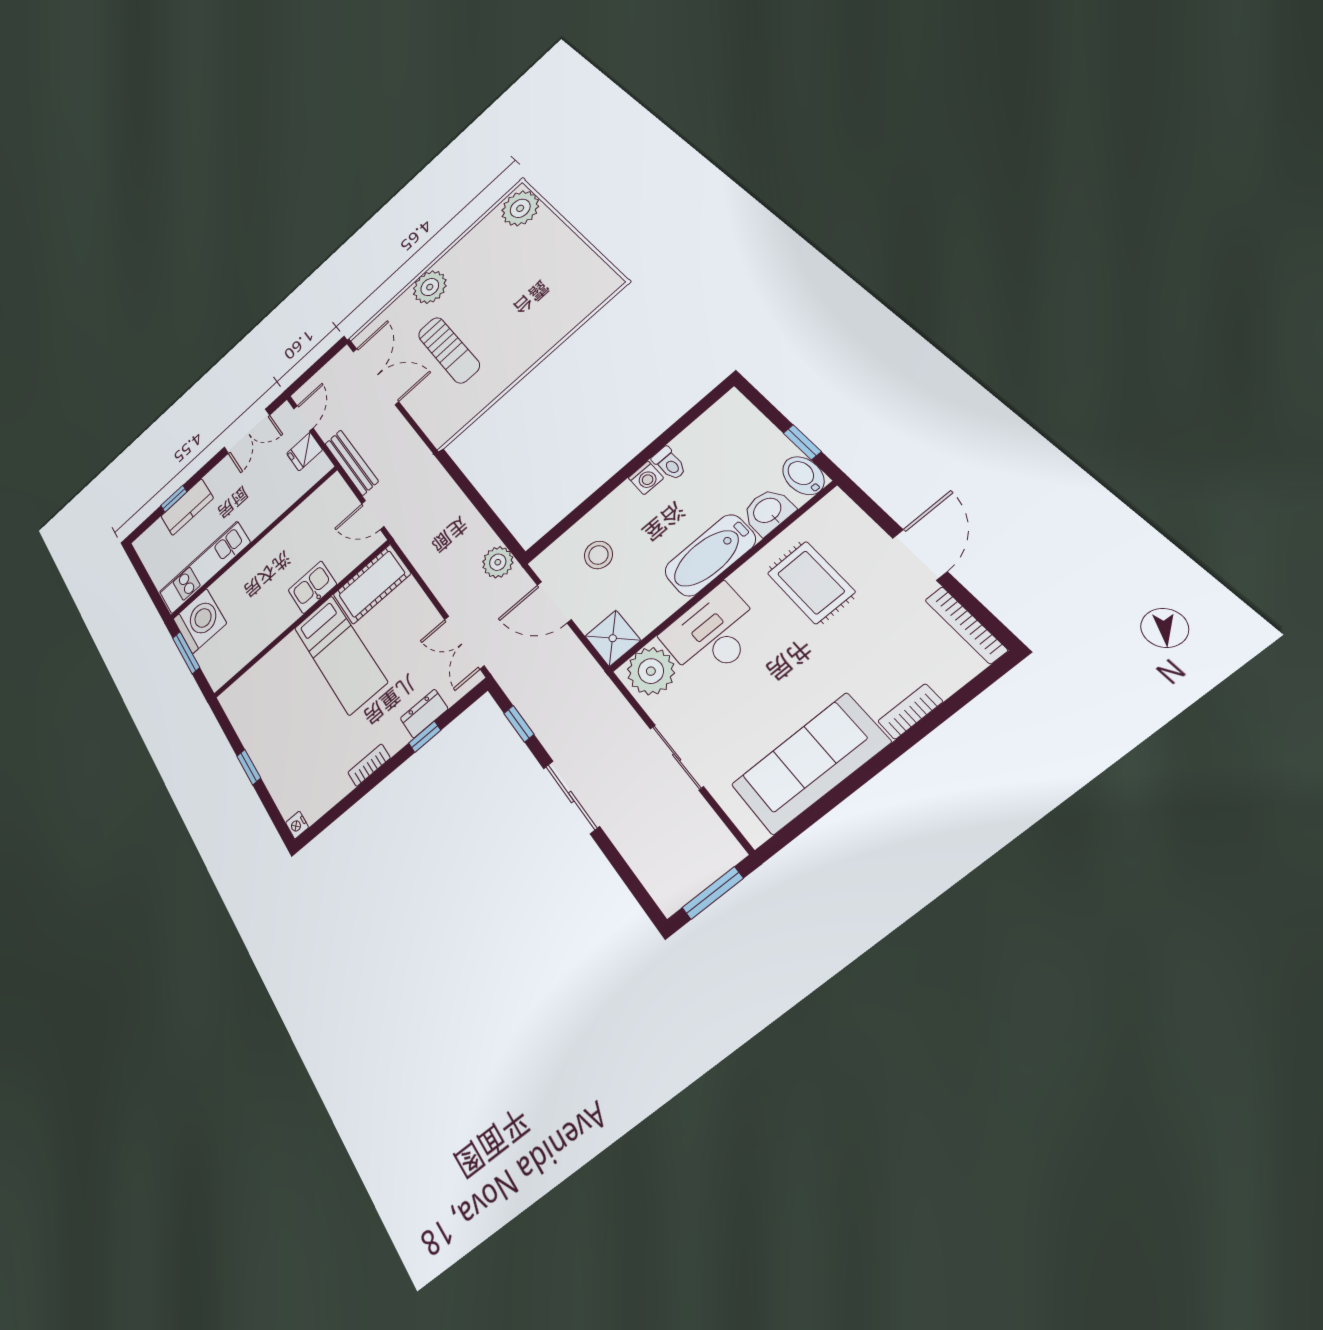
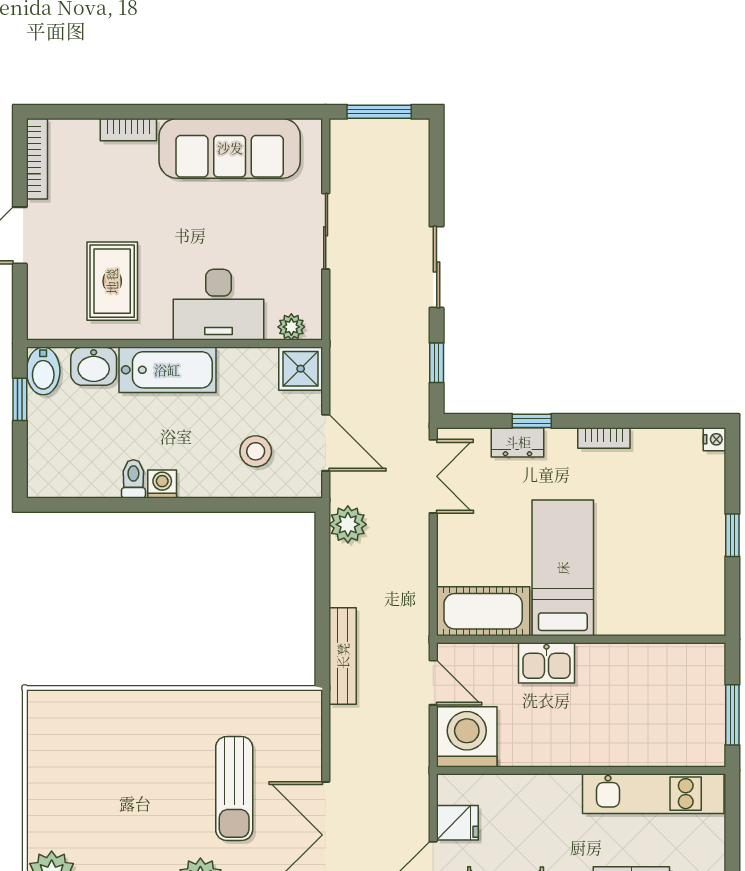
sun lounger: (449, 350) -> (234, 789), turned 180
bench: (351, 462) -> (343, 656), moved
washing machine: (200, 621) -> (467, 737), moved, turned 90
plant: (651, 671) -> (291, 327), width x0.53, depth x0.53

